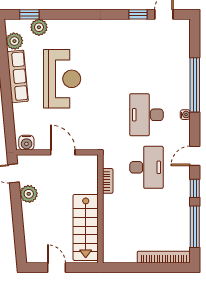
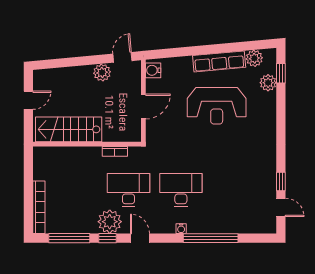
desk: (146, 167) -> (128, 190), turned 180
plant: (178, 186) -> (110, 222), added

